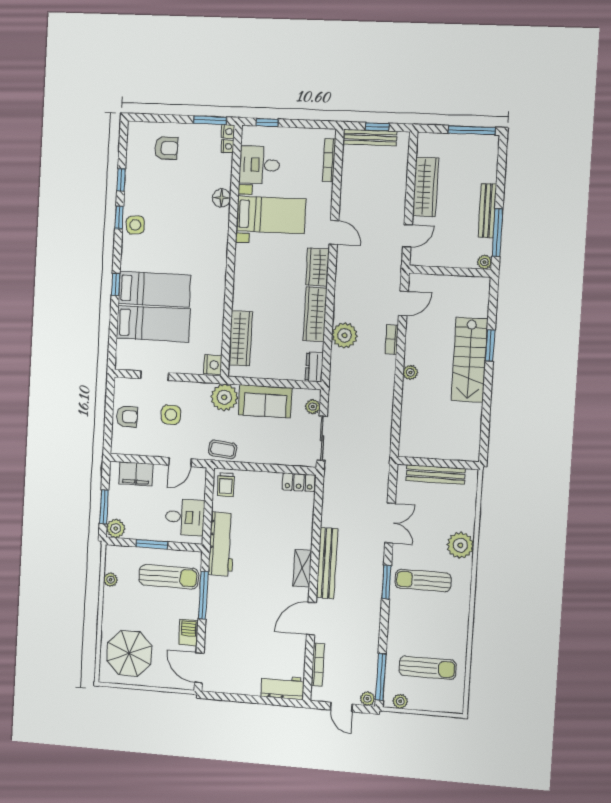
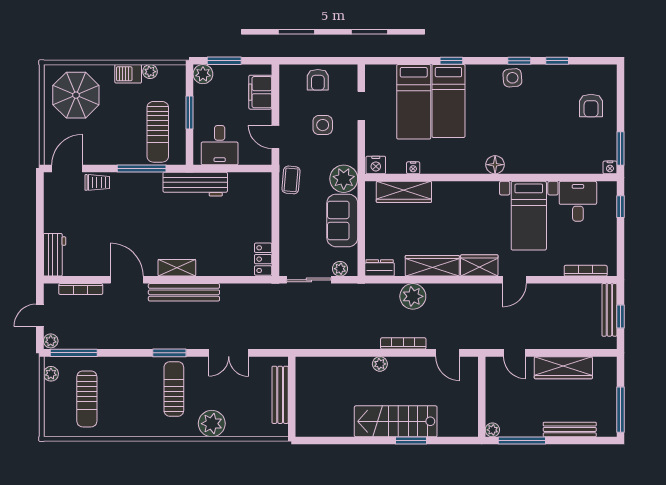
nightstand: (227, 146) -> (413, 168), moved
floor lamp: (222, 198) -> (495, 165), moved
bench: (487, 211) -> (570, 429), moved
bookcase: (392, 339) -> (403, 343), width x1.56
trolley: (226, 485) -> (97, 182), moved, turned 180
barbecue: (189, 632) -> (128, 74), moved, turned 180

